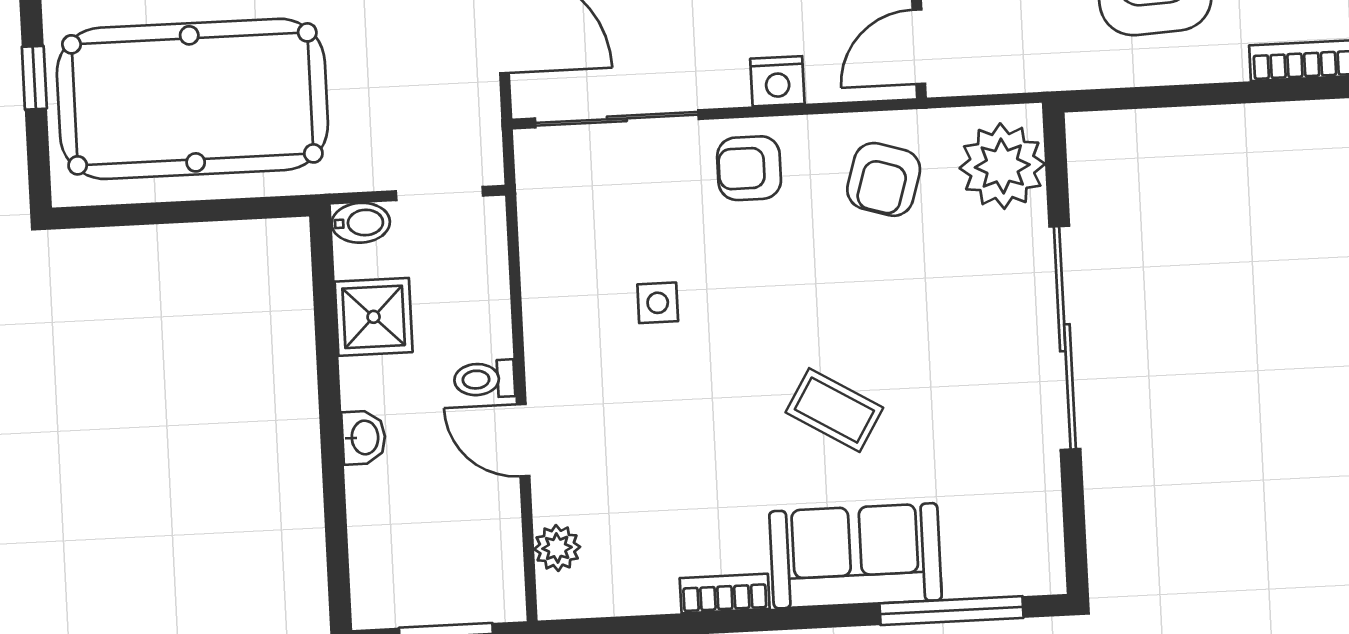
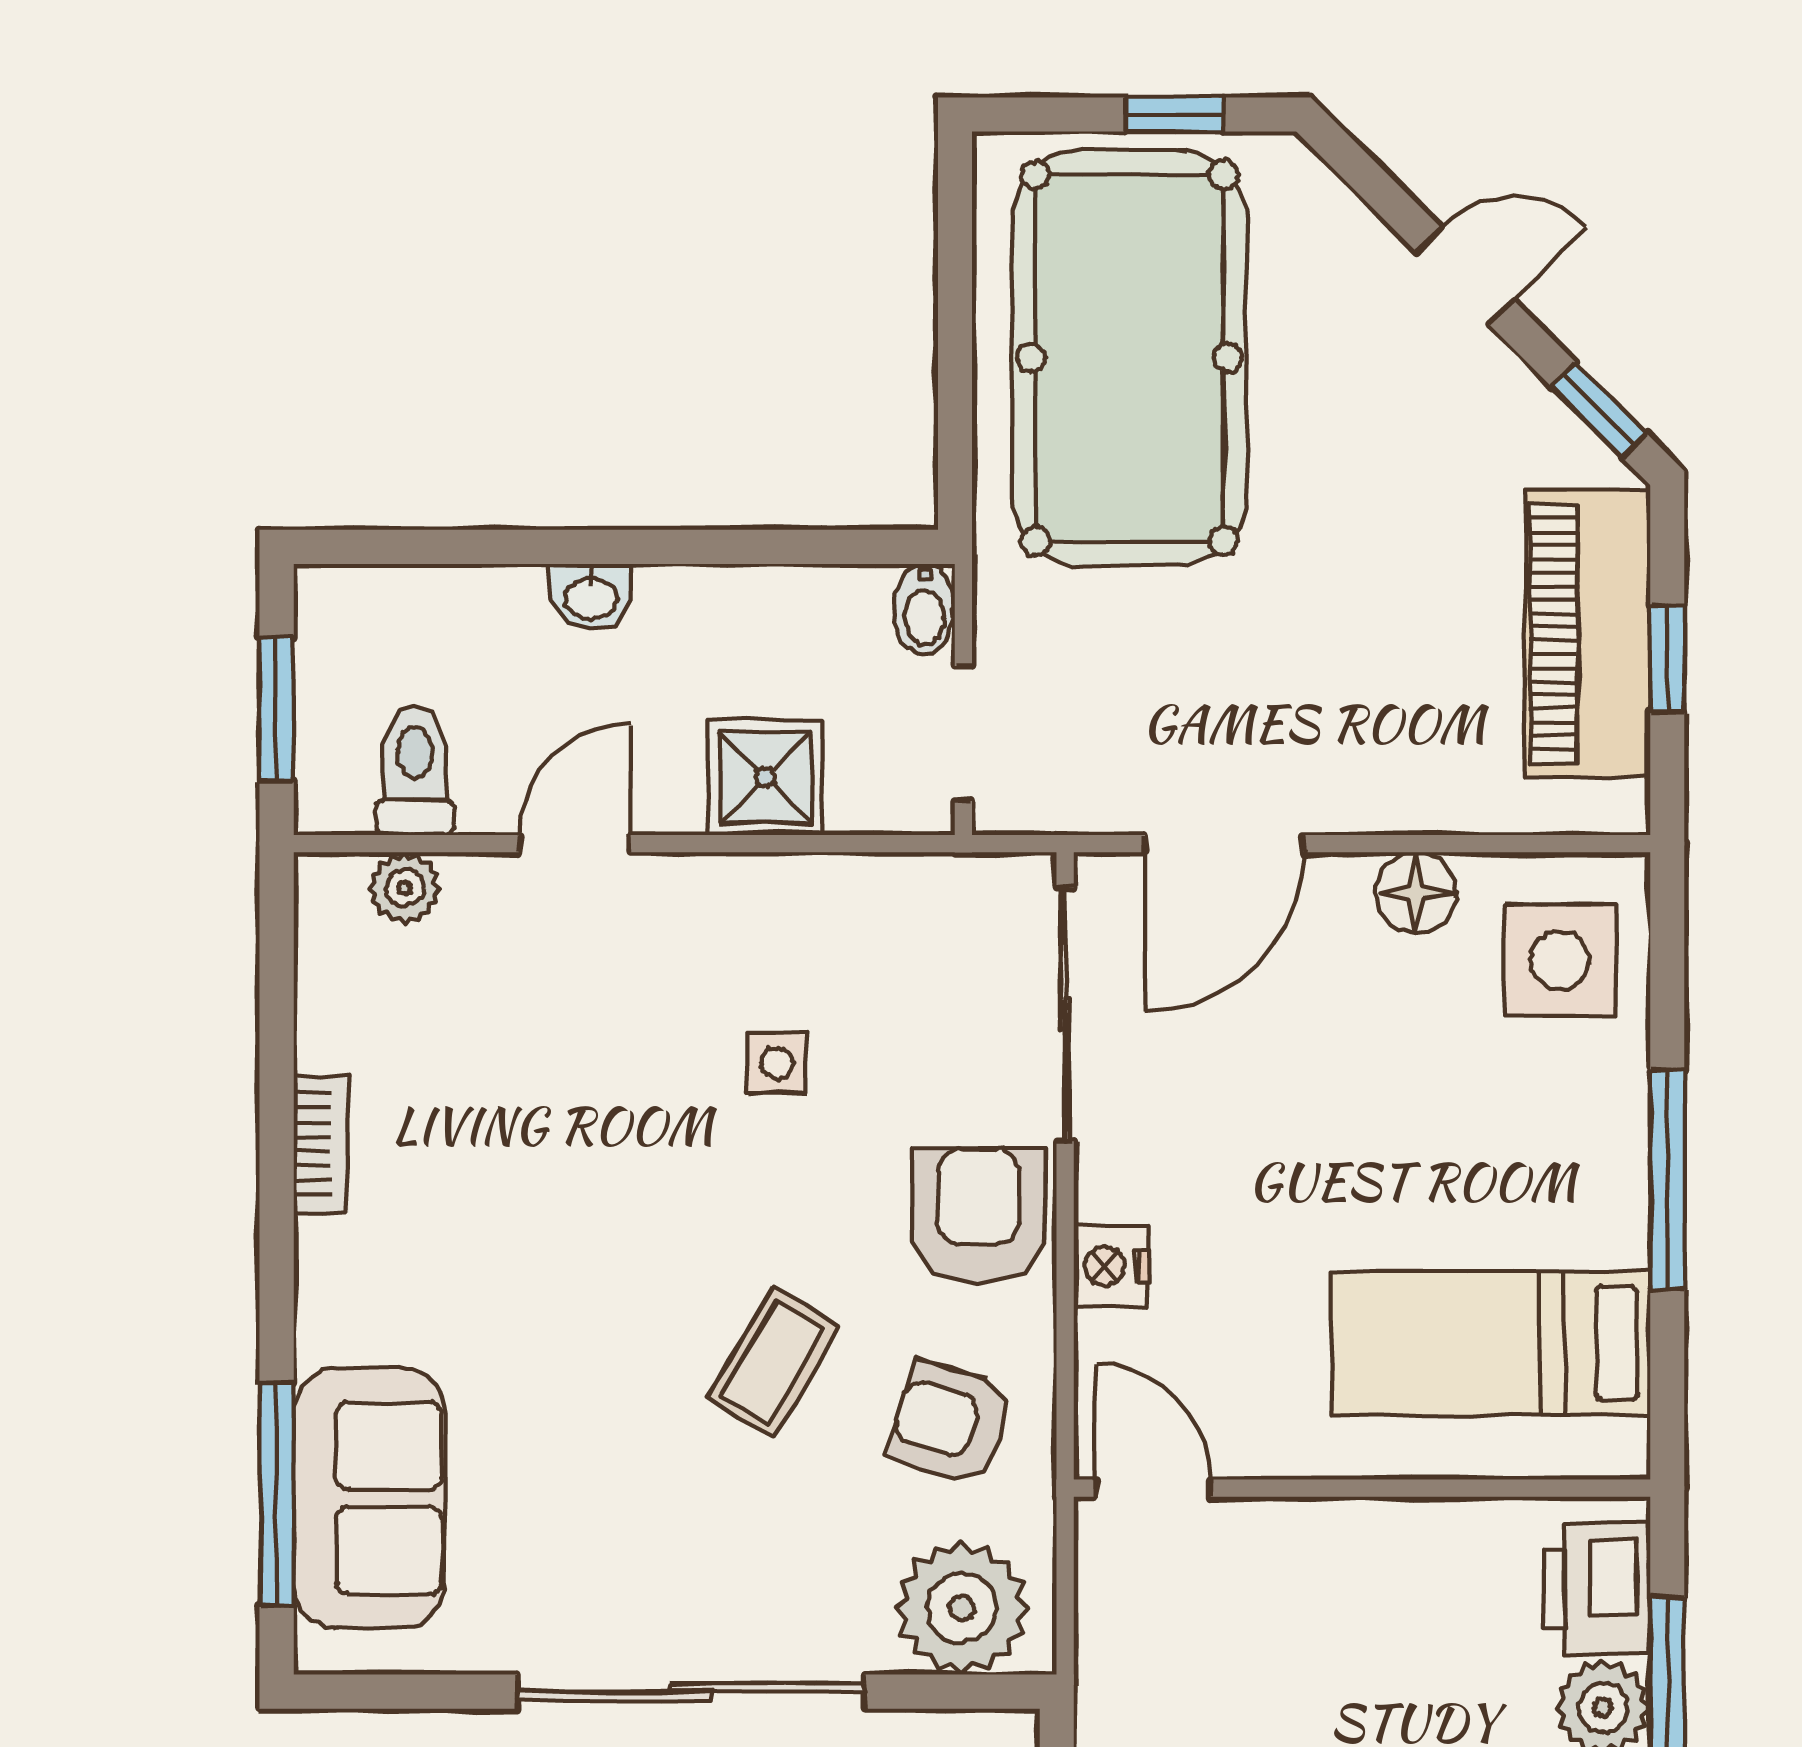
armchair: (749, 168) -> (978, 1215), width x1.38, depth x1.38
shower: (374, 317) -> (765, 777), moved
toilet: (484, 379) -> (415, 771), moved, width x1.37, depth x1.39
coffee table: (834, 410) -> (773, 1362), moved
sofa: (856, 556) -> (369, 1498), moved

